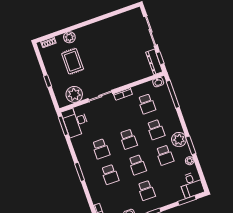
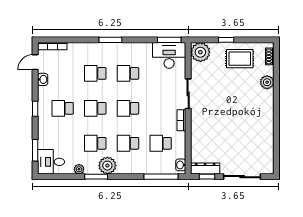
rug: (73, 61) -> (240, 59), moved
plant: (74, 94) -> (200, 52), moved

